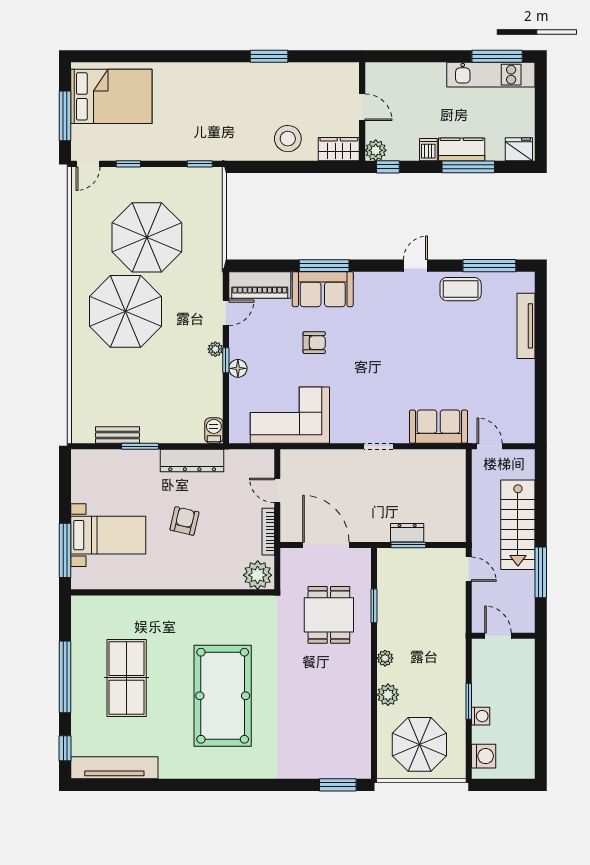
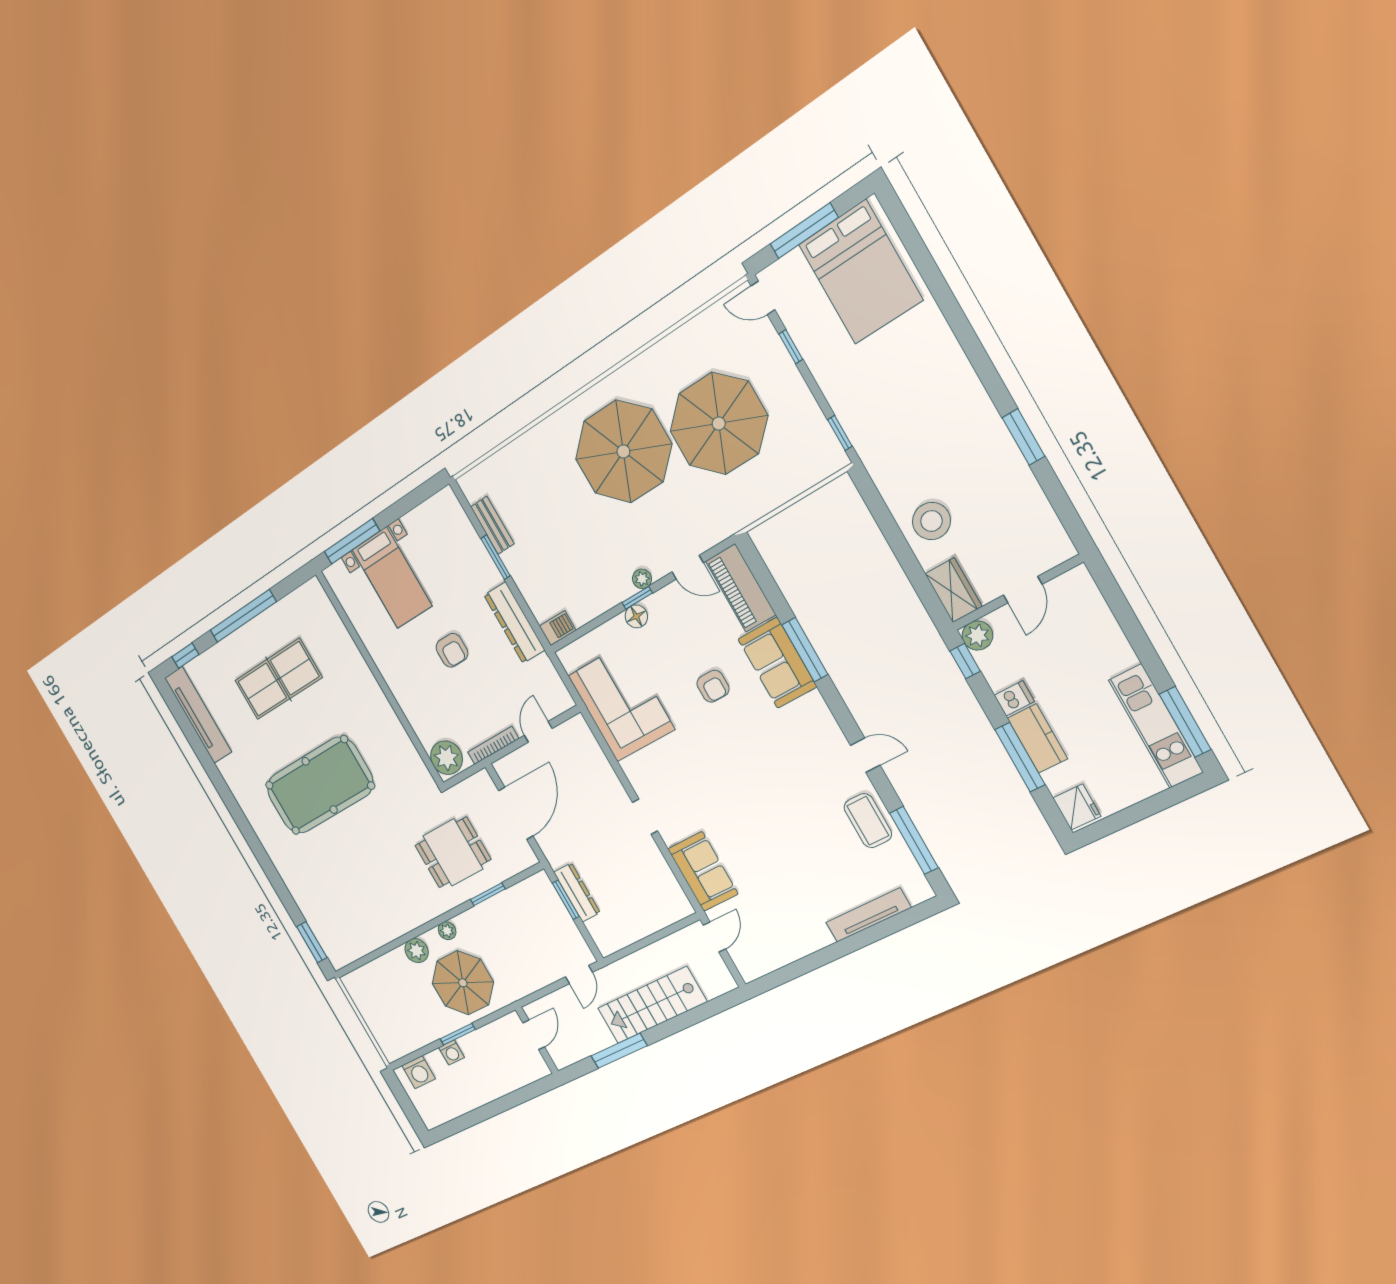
armchair: (184, 521) -> (452, 650), turned 77
dresser: (407, 533) -> (577, 892), width x1.44
parasol: (419, 744) -> (463, 983), moved

